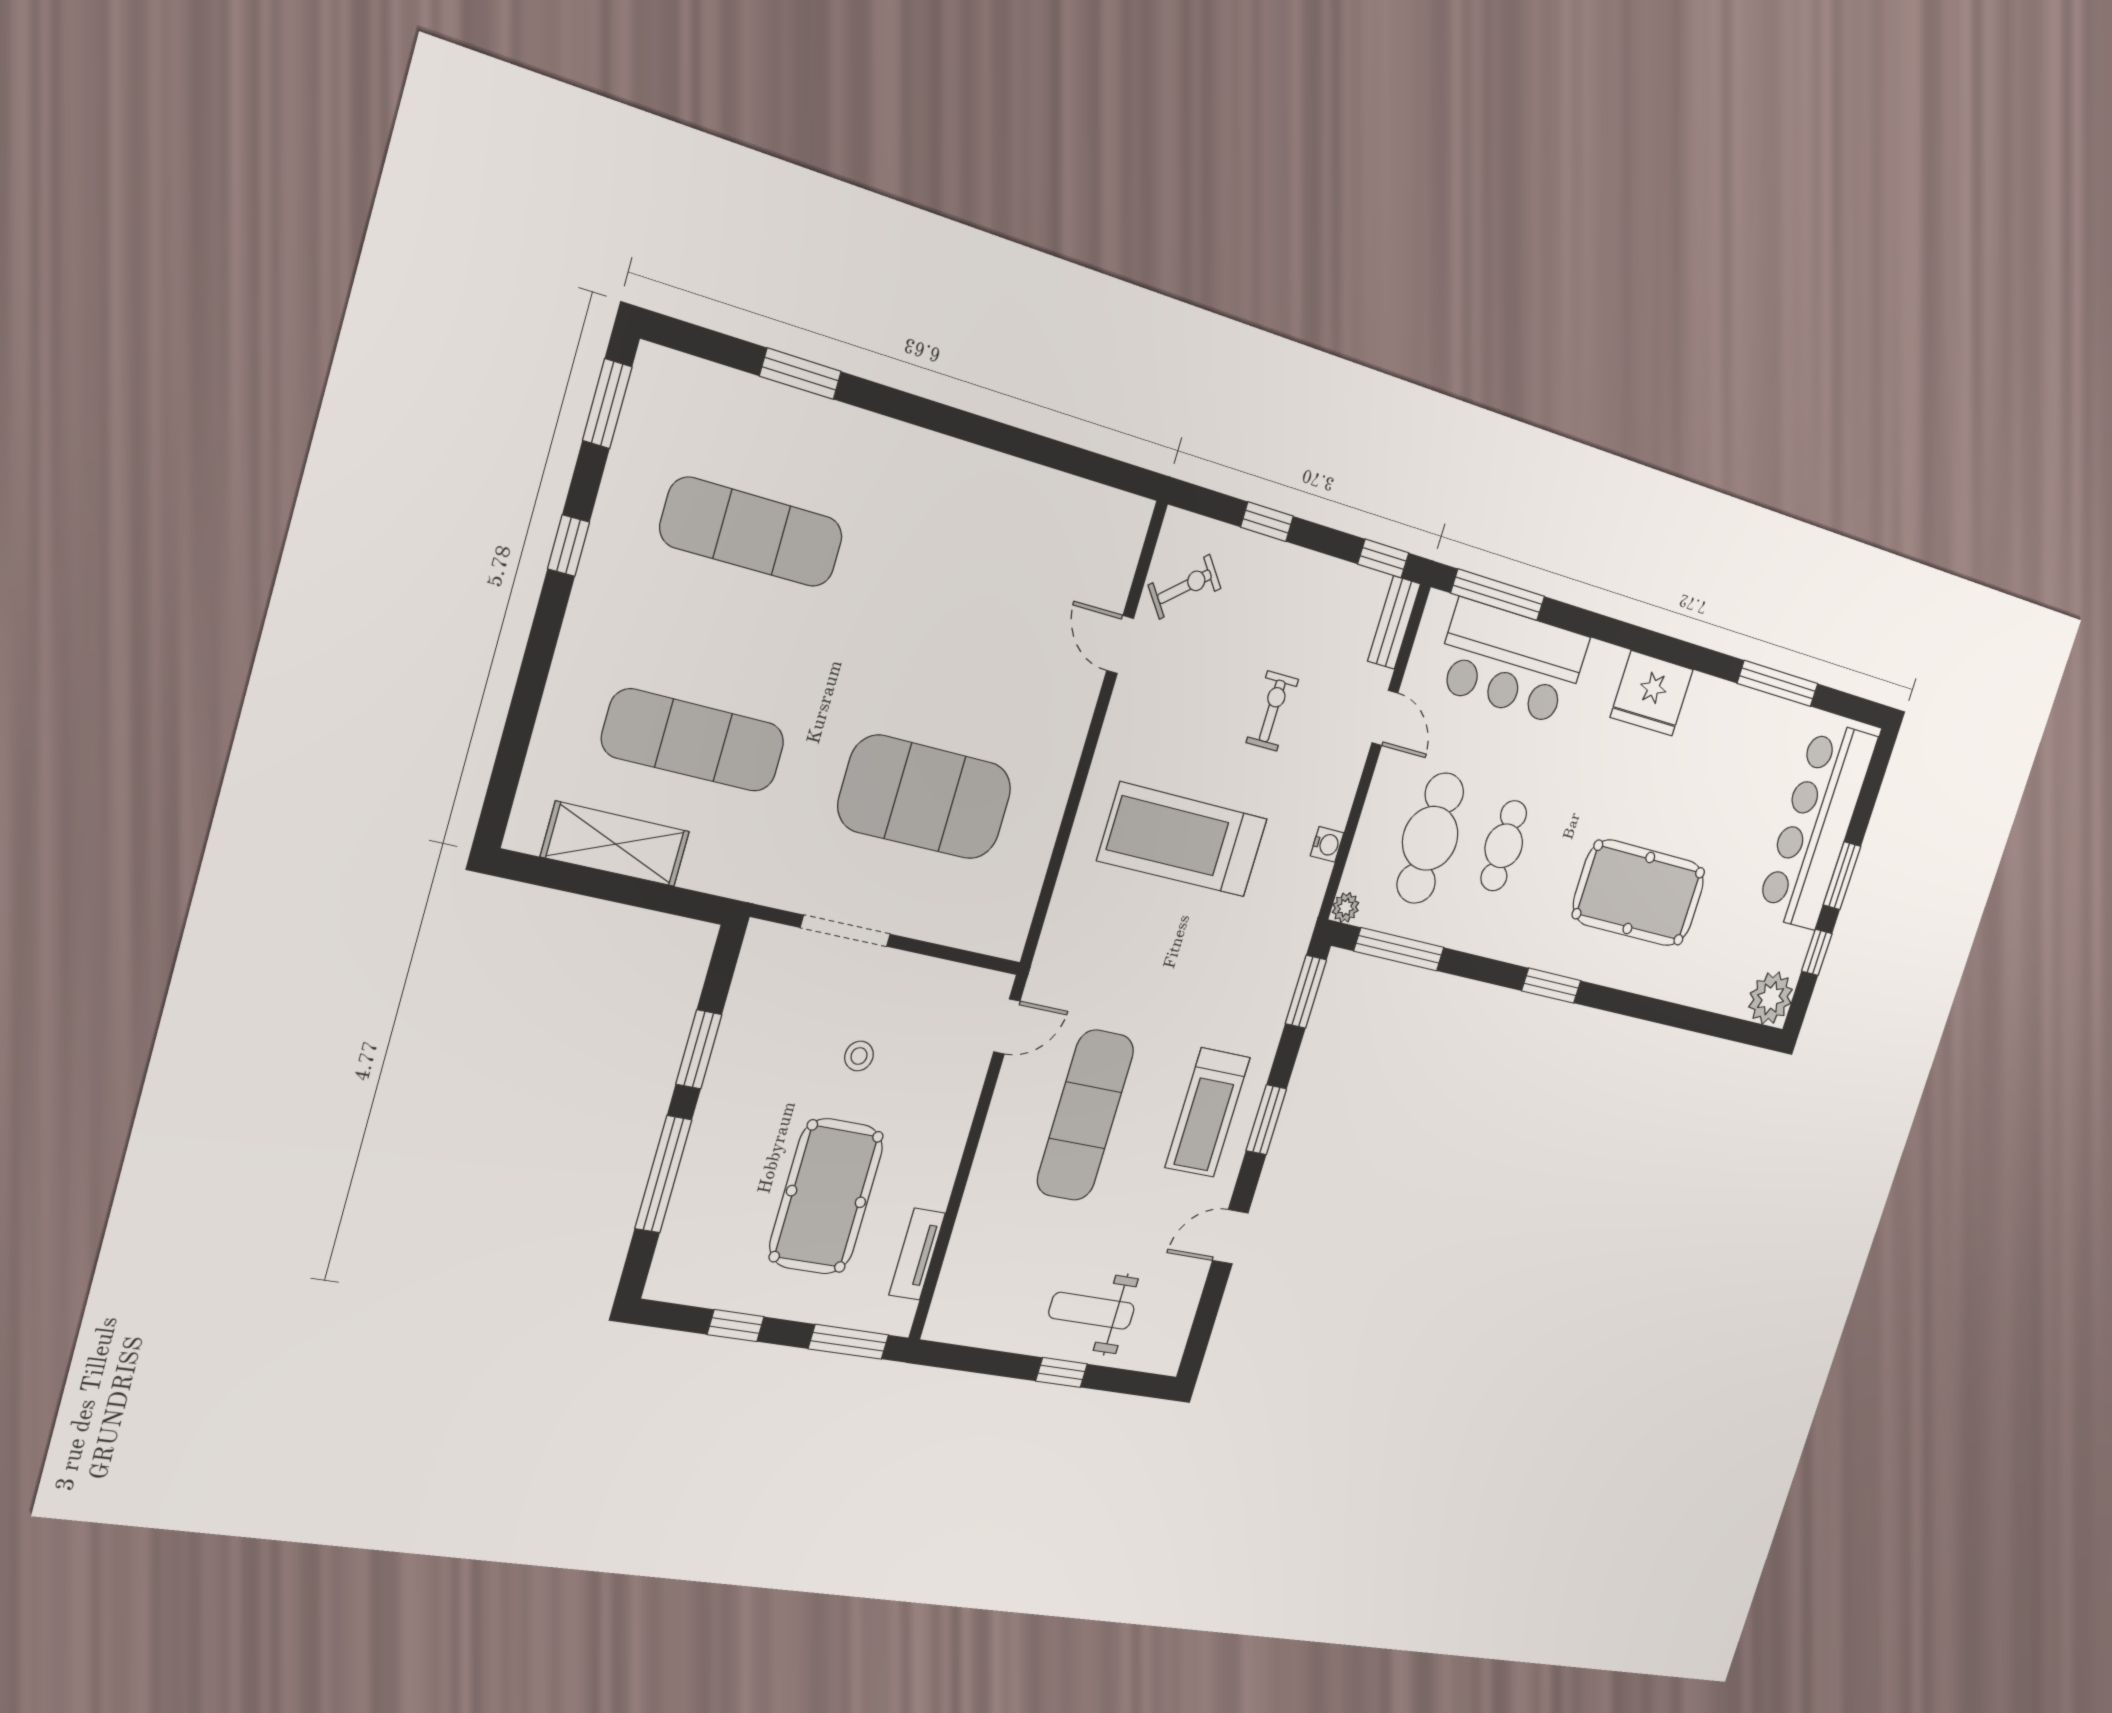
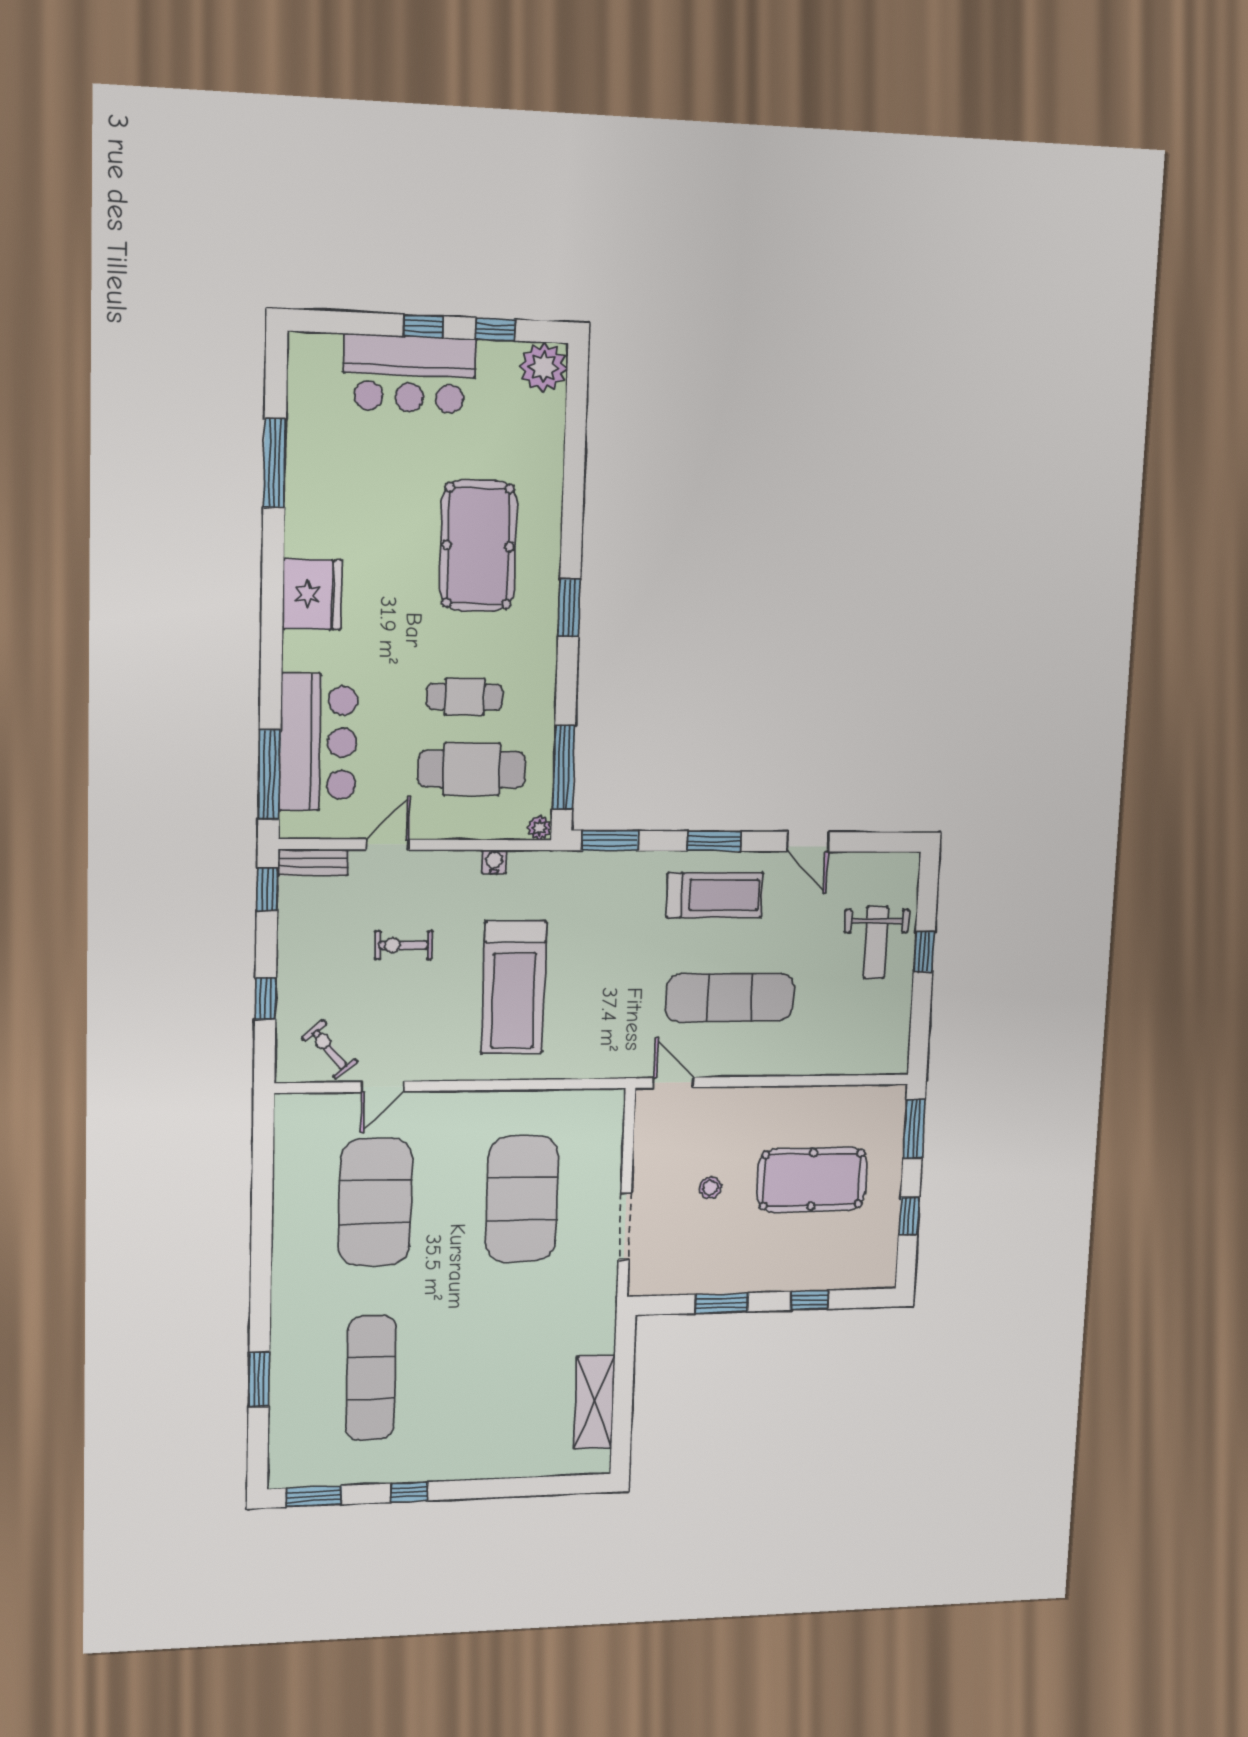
exercise mat: (694, 740) -> (375, 1202), moved, width x1.47
bar counter: (1816, 825) -> (410, 374), width x0.73
window: (1842, 876) -> (424, 326), width x0.67
window: (663, 1174) -> (810, 1300), width x0.46
tv unit: (917, 1254) -> (846, 1097), removed

